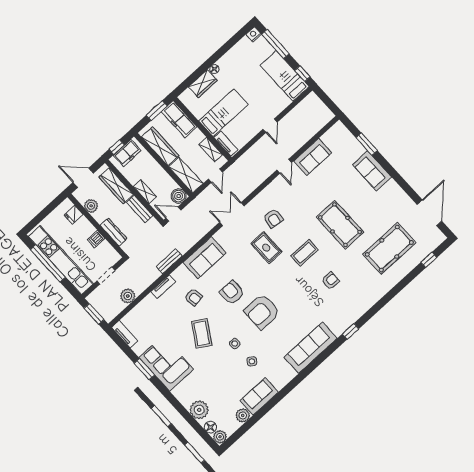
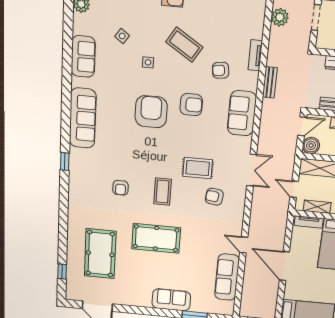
door: (270, 126) -> (284, 266), width x1.88
sofa: (313, 157) -> (227, 277), width x1.36
side table: (252, 361) -> (122, 36), moved
sofa: (259, 396) -> (83, 57), moved

